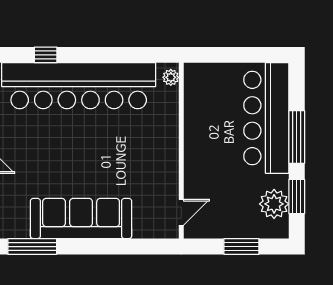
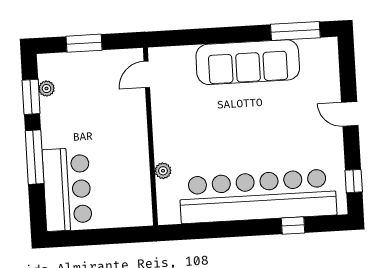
plant: (171, 77) -> (163, 171), moved
bar counter: (266, 118) -> (67, 189), width x0.73
plant: (274, 204) -> (47, 89), width x0.53, depth x0.53

